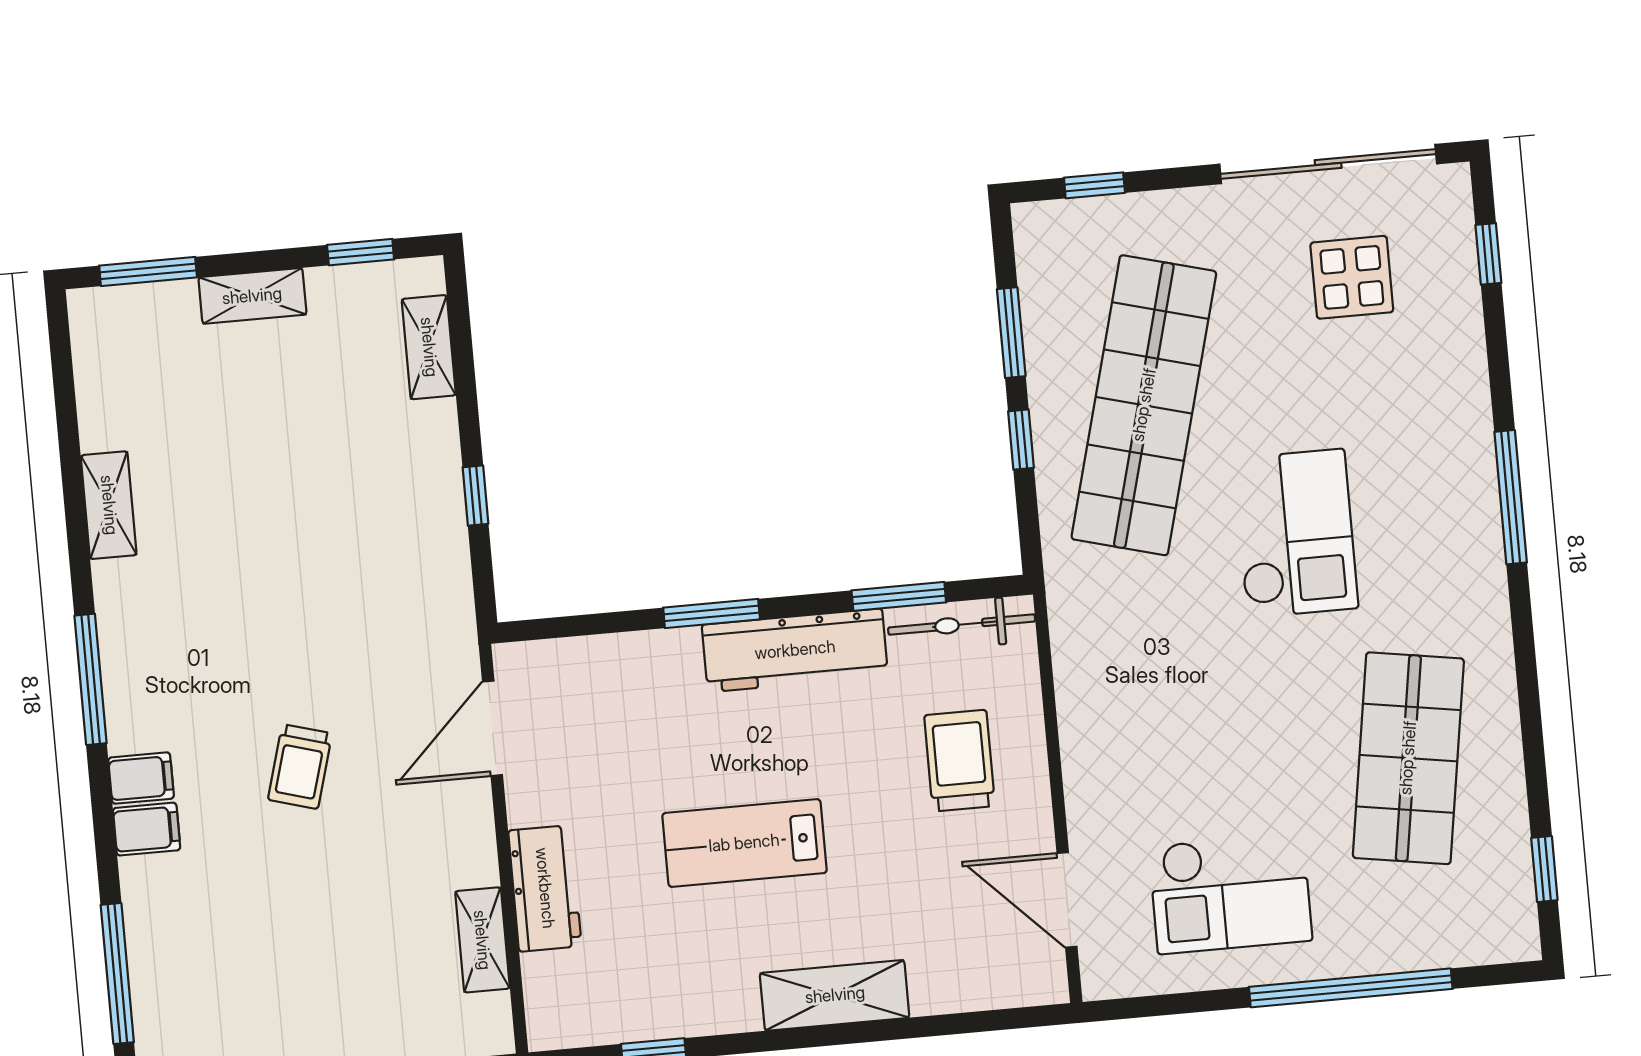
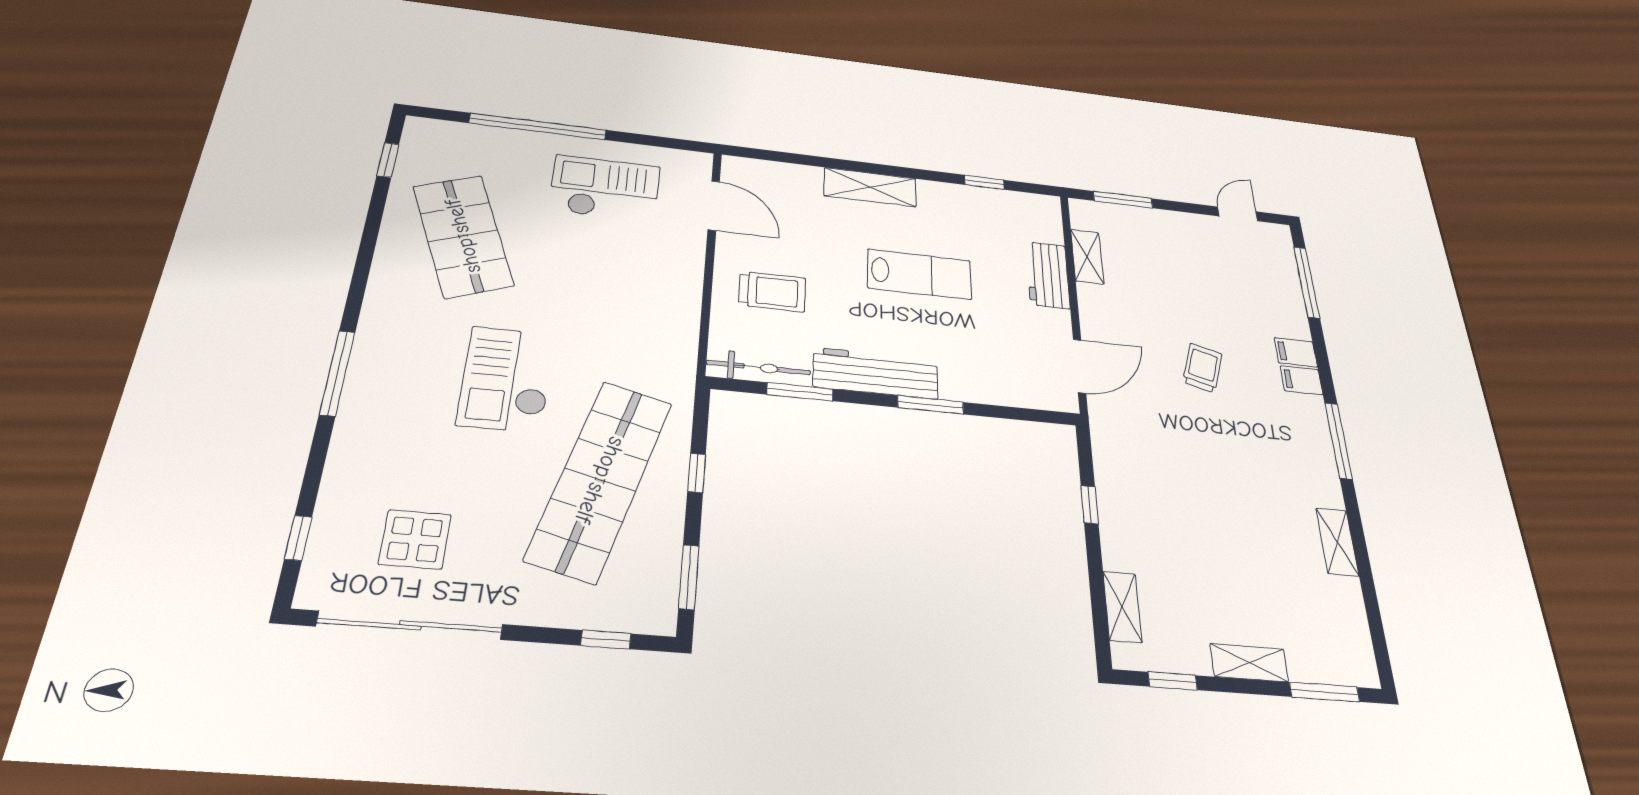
window: (1011, 333) -> (689, 577), moved
shop shelf: (1408, 758) -> (463, 236), turned -30
trolley: (960, 761) -> (772, 291), turned -90

